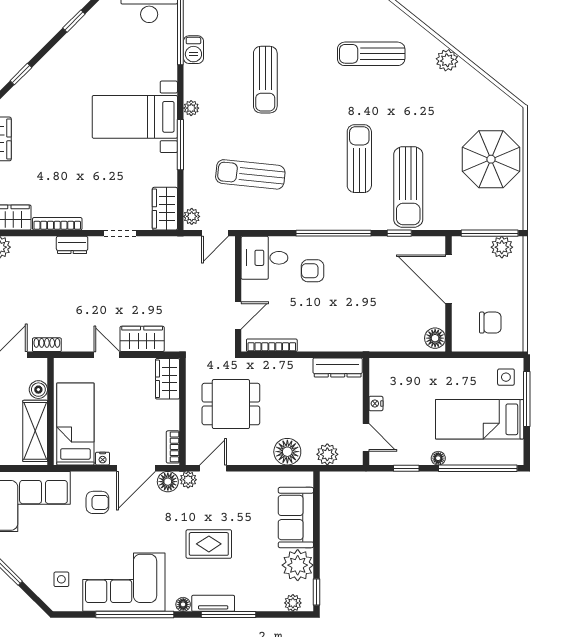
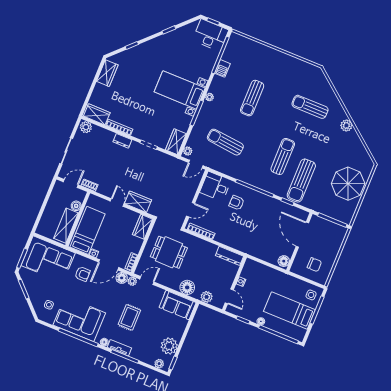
plant: (502, 247) -> (336, 230), removed
sofa: (296, 518) -> (178, 305), moved, turned -90
rug: (209, 544) -> (129, 317), turned 90

